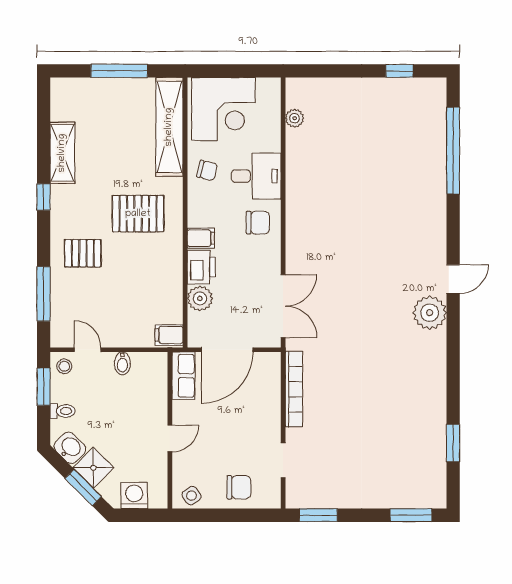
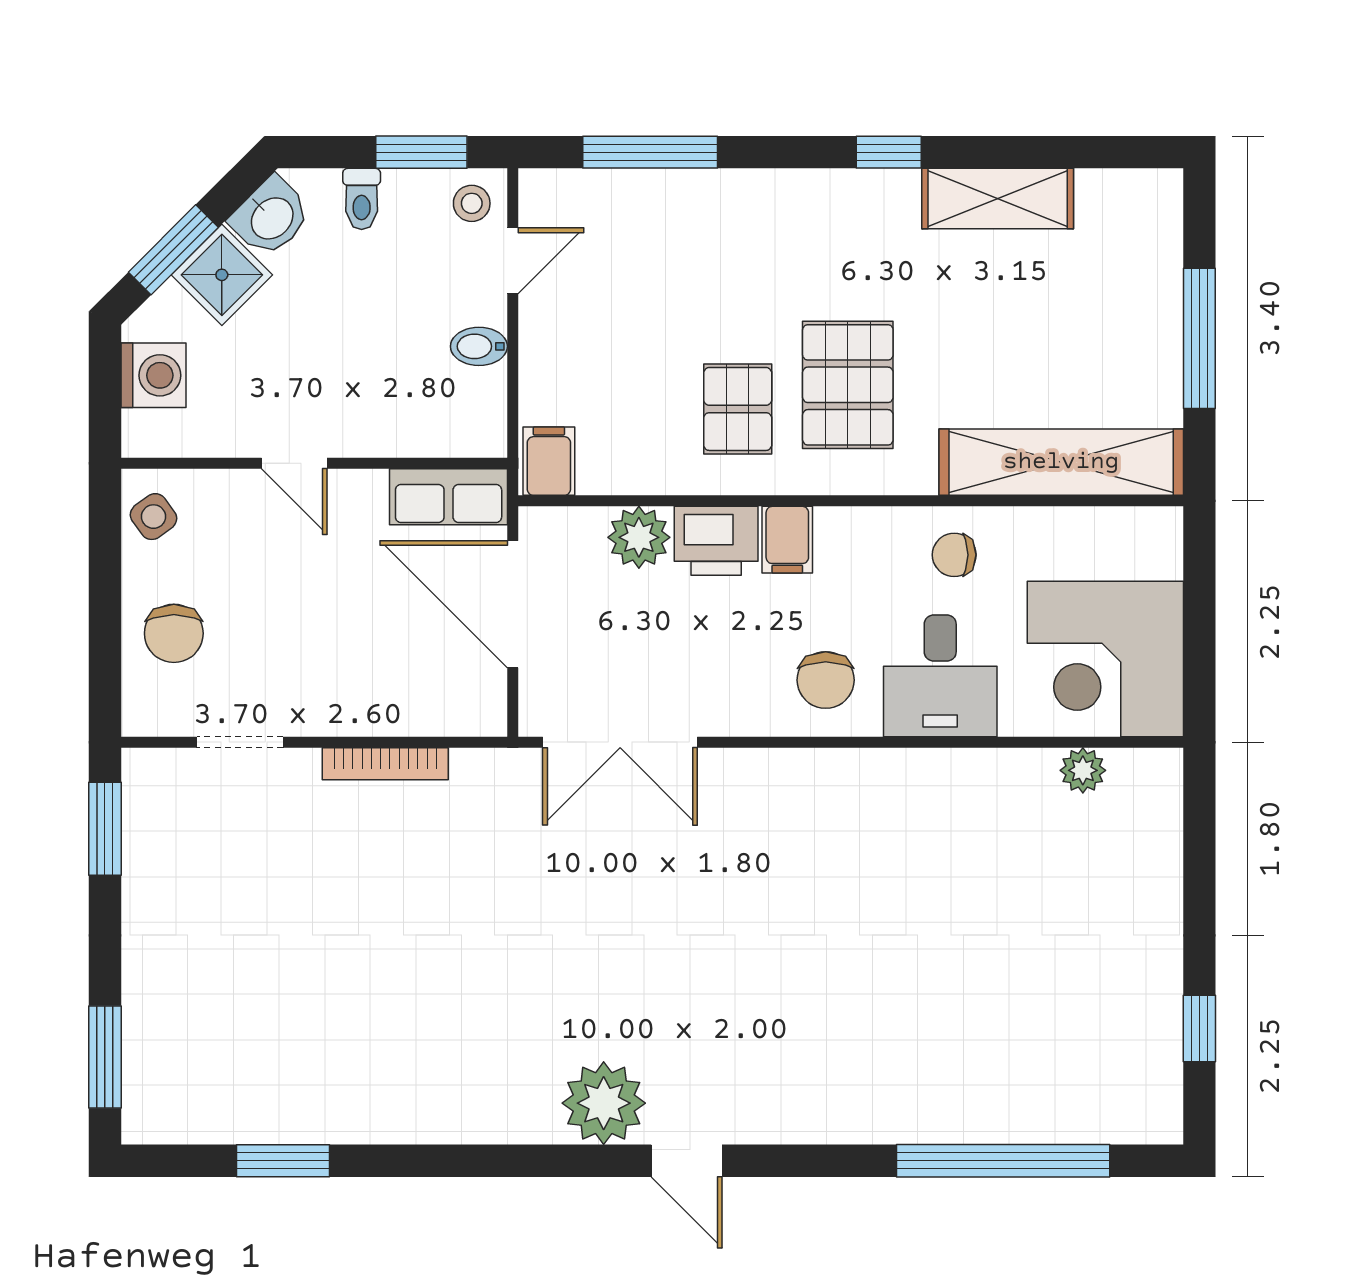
corner desk: (223, 109) -> (1105, 659), moved
chair: (207, 170) -> (954, 555), turned 77
pallet: (83, 253) -> (738, 409), moved
bookcase: (294, 389) -> (385, 764), width x0.68, depth x0.76

